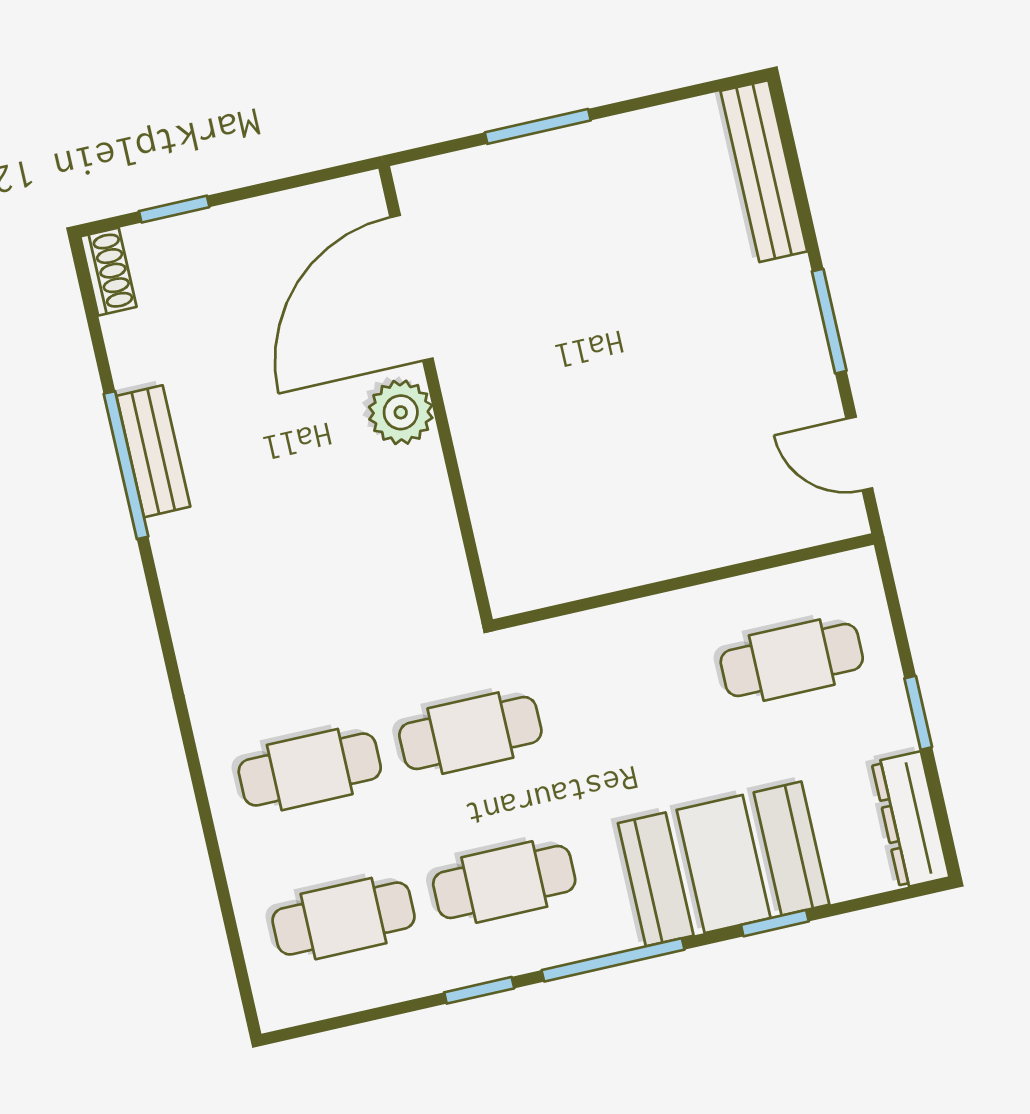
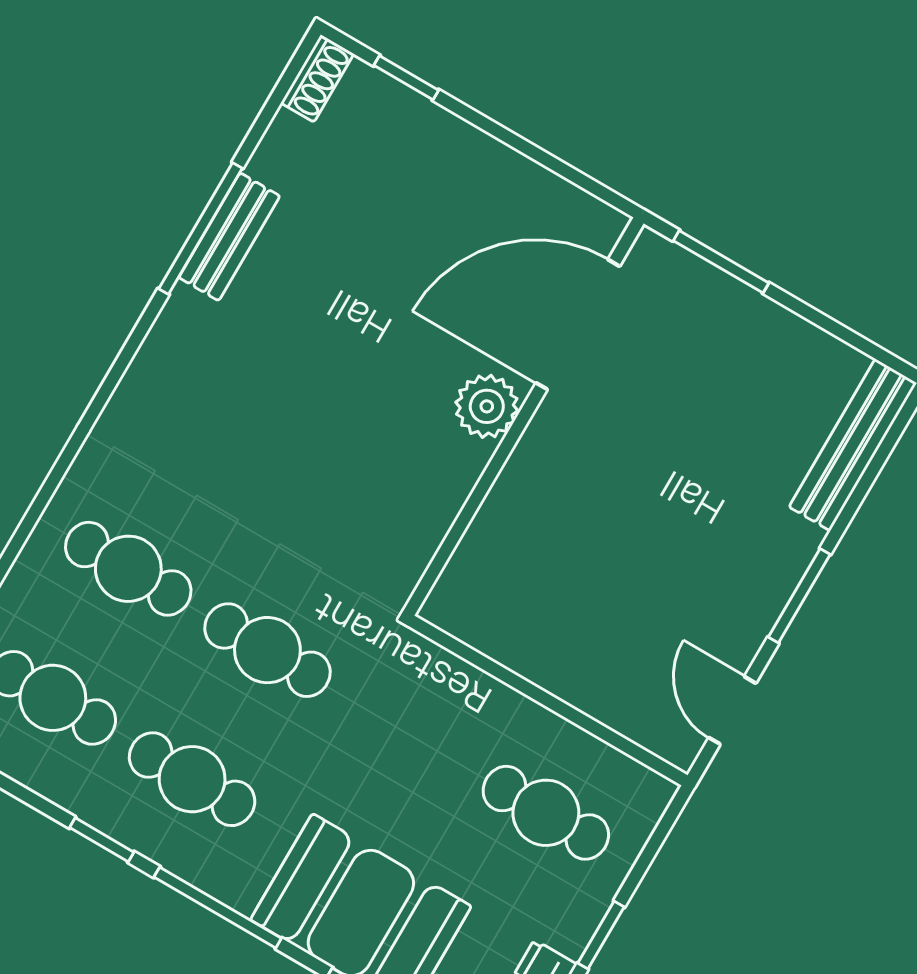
door: (411, 288) -> (578, 325), moved
wall: (436, 394) -> (524, 417), moved
plant: (401, 412) -> (487, 406), moved

